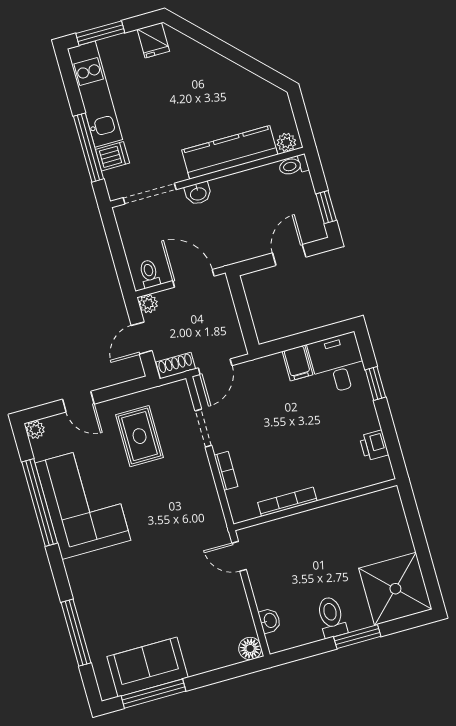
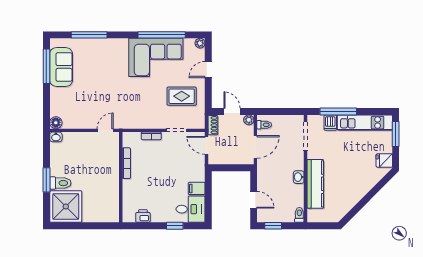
plant: (286, 142) -> (312, 215), removed
washbasin: (198, 193) -> (299, 177), moved
toilet: (331, 617) -> (60, 183), moved
washbasin: (270, 621) -> (56, 137), moved

